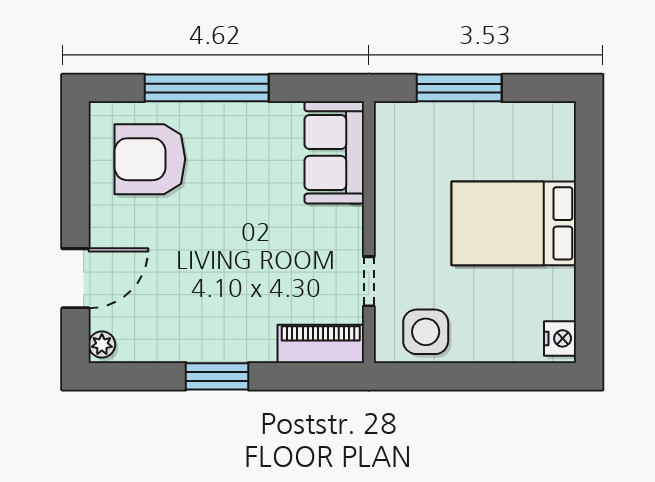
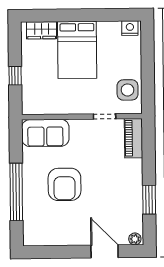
window: (459, 88) -> (15, 76), width x0.46
wardrobe: (557, 146) -> (42, 30), added
armchair: (150, 159) -> (65, 184), moved
window: (217, 376) -> (149, 200), moved

